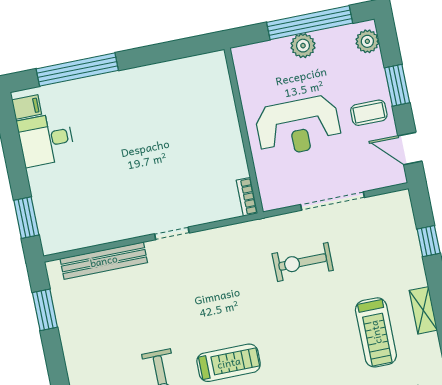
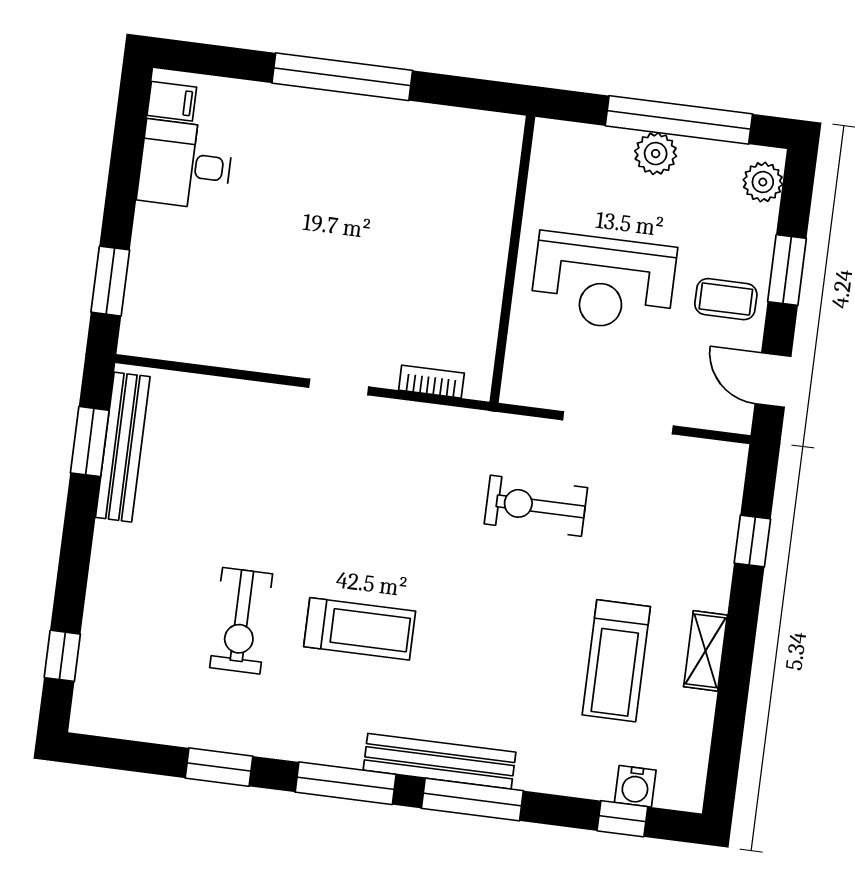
window: (77, 70) -> (342, 77), moved
bookcase: (247, 197) -> (431, 382), moved, turned 90
bench: (104, 261) -> (123, 447), moved, turned 90

